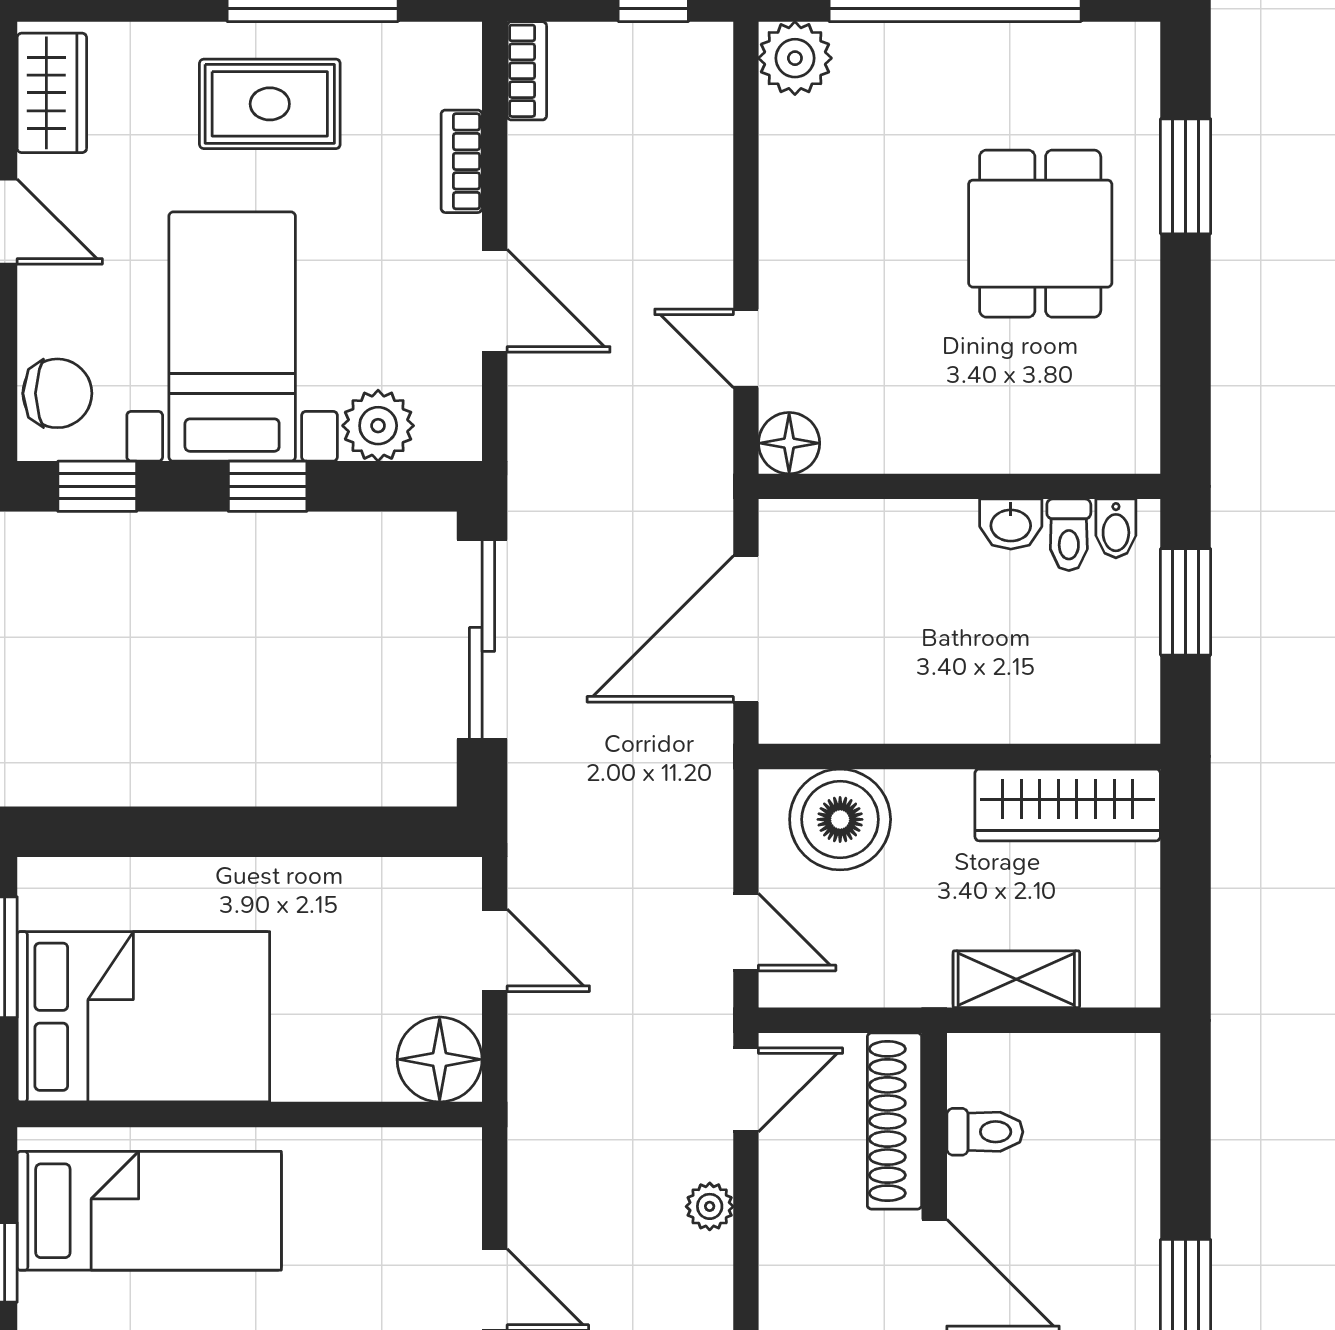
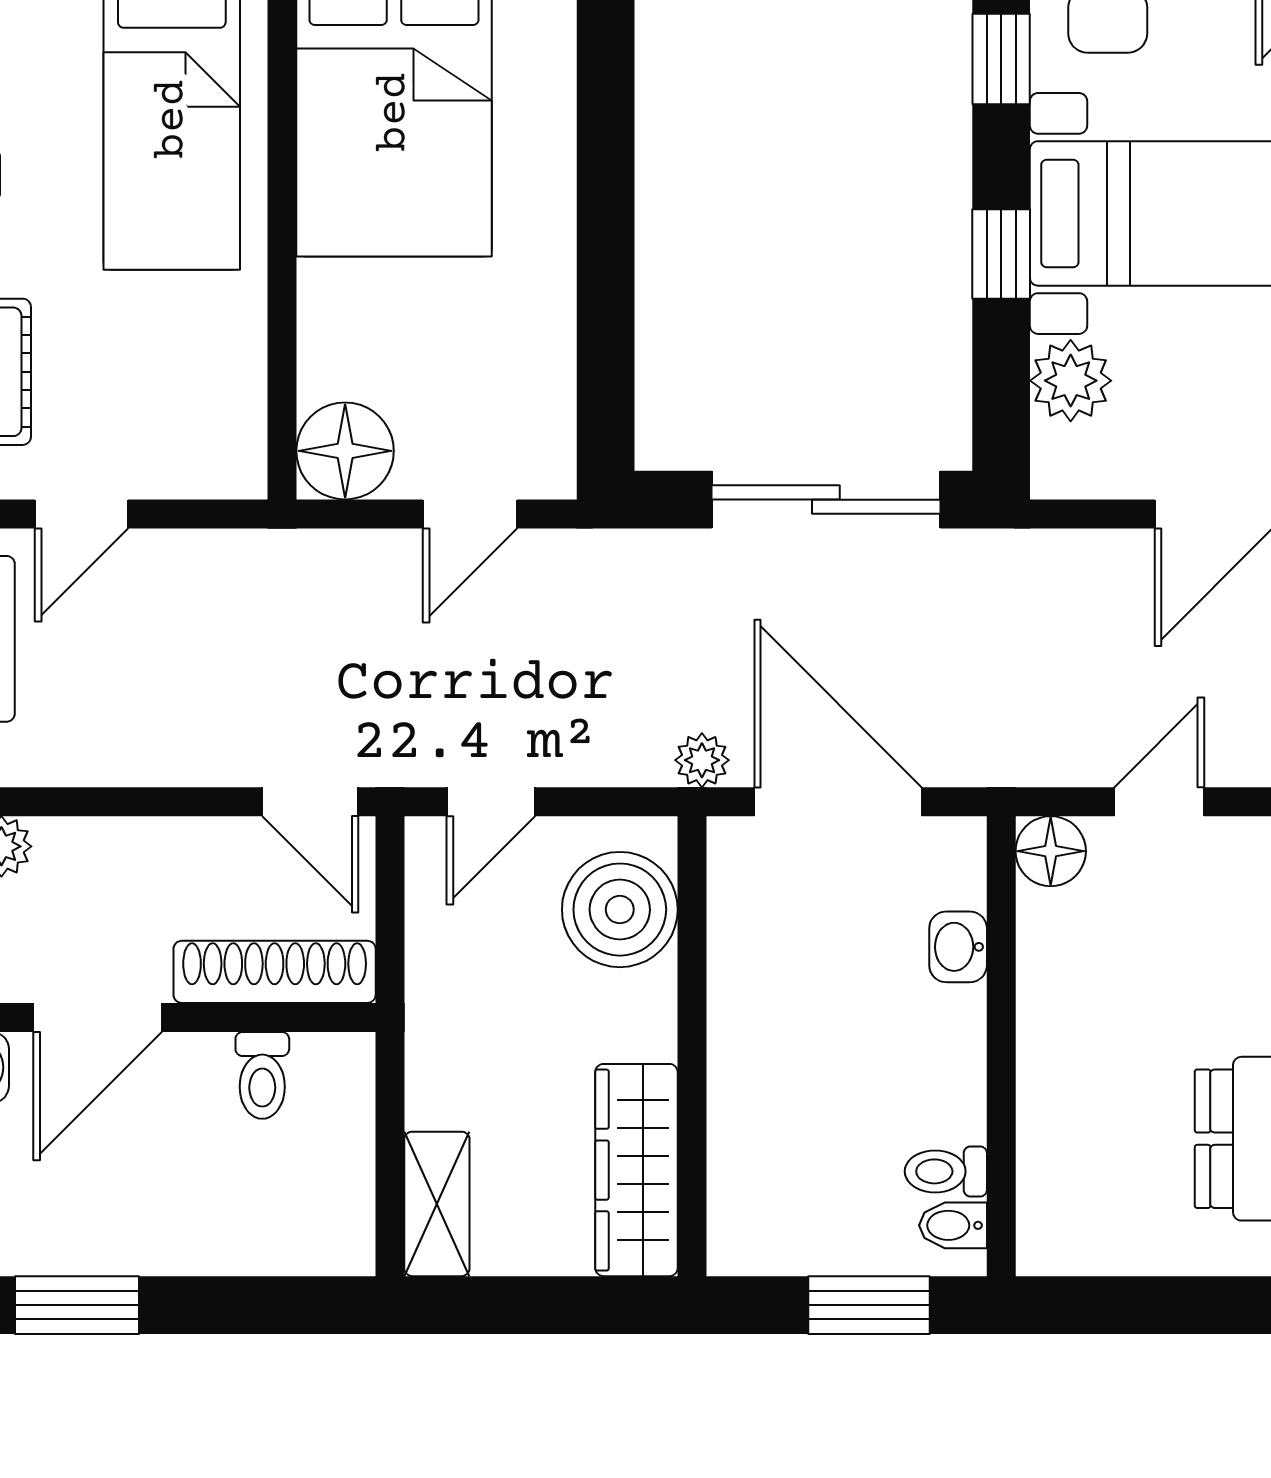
washbasin: (1011, 524) -> (958, 947), moved
shelving: (1016, 979) -> (437, 1204), moved
plant: (710, 1206) -> (702, 760), moved

